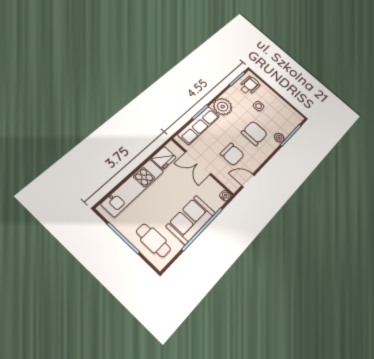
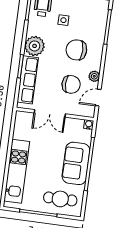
chair: (254, 133) -> (76, 50), turned -90
plant: (279, 138) -> (94, 76), moved
fridge: (164, 158) -> (21, 130), removed

